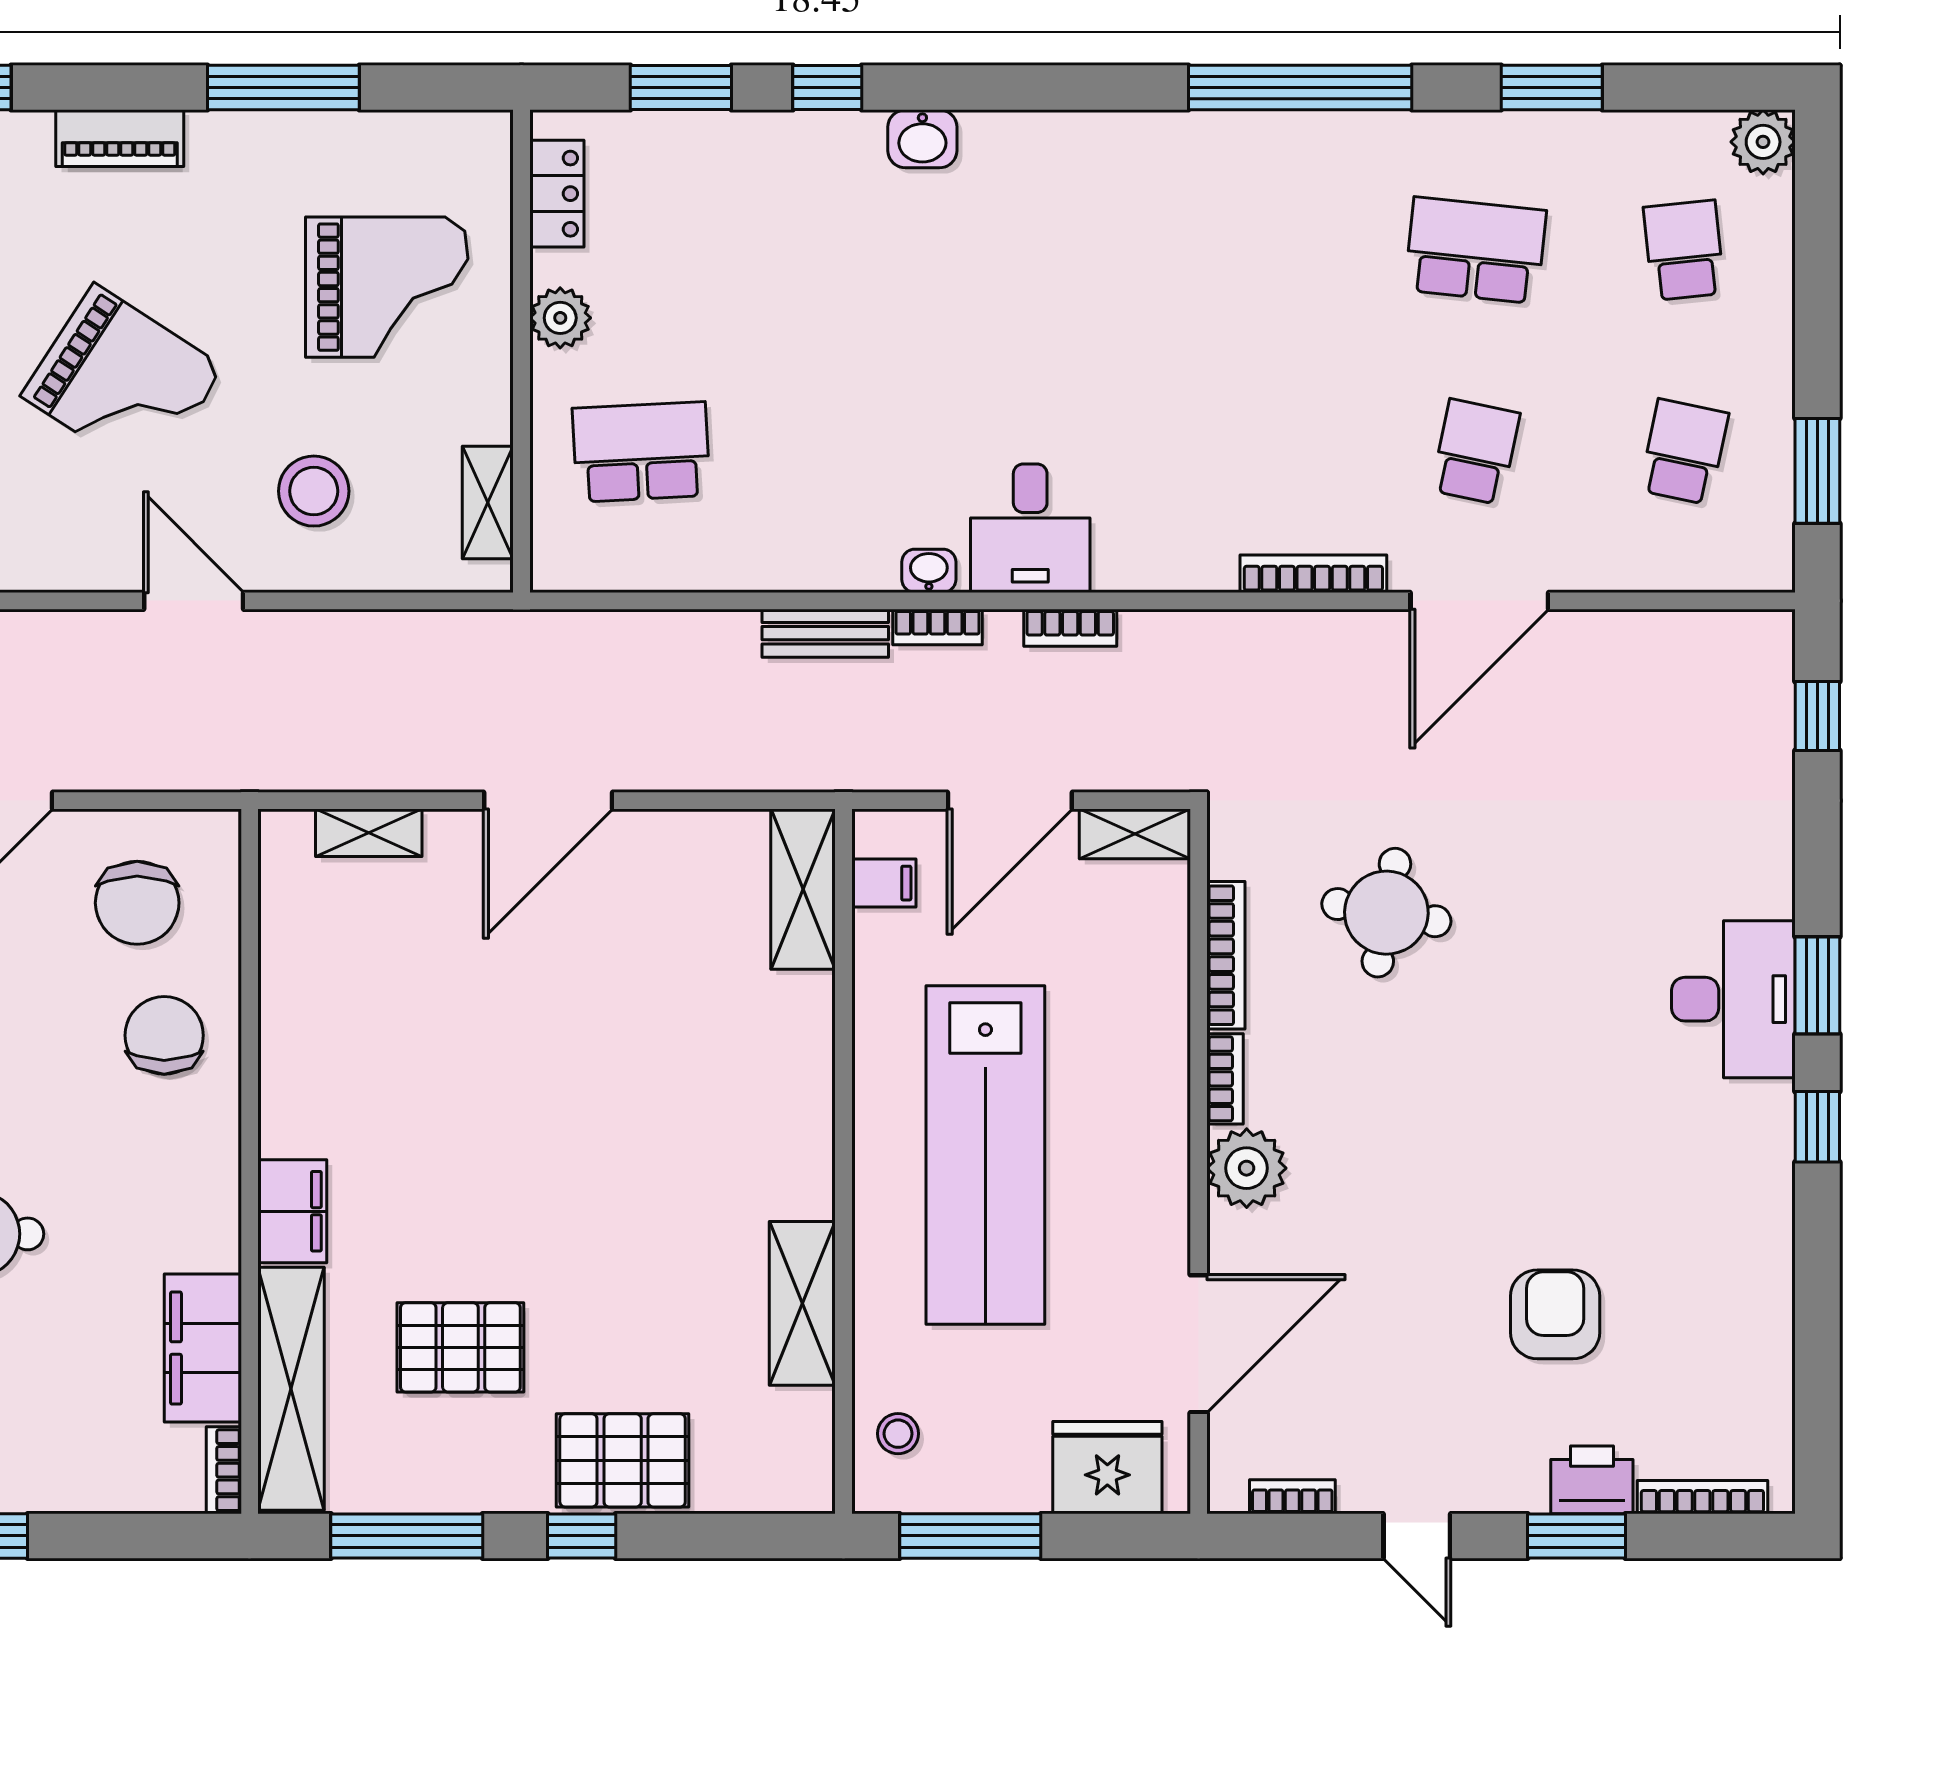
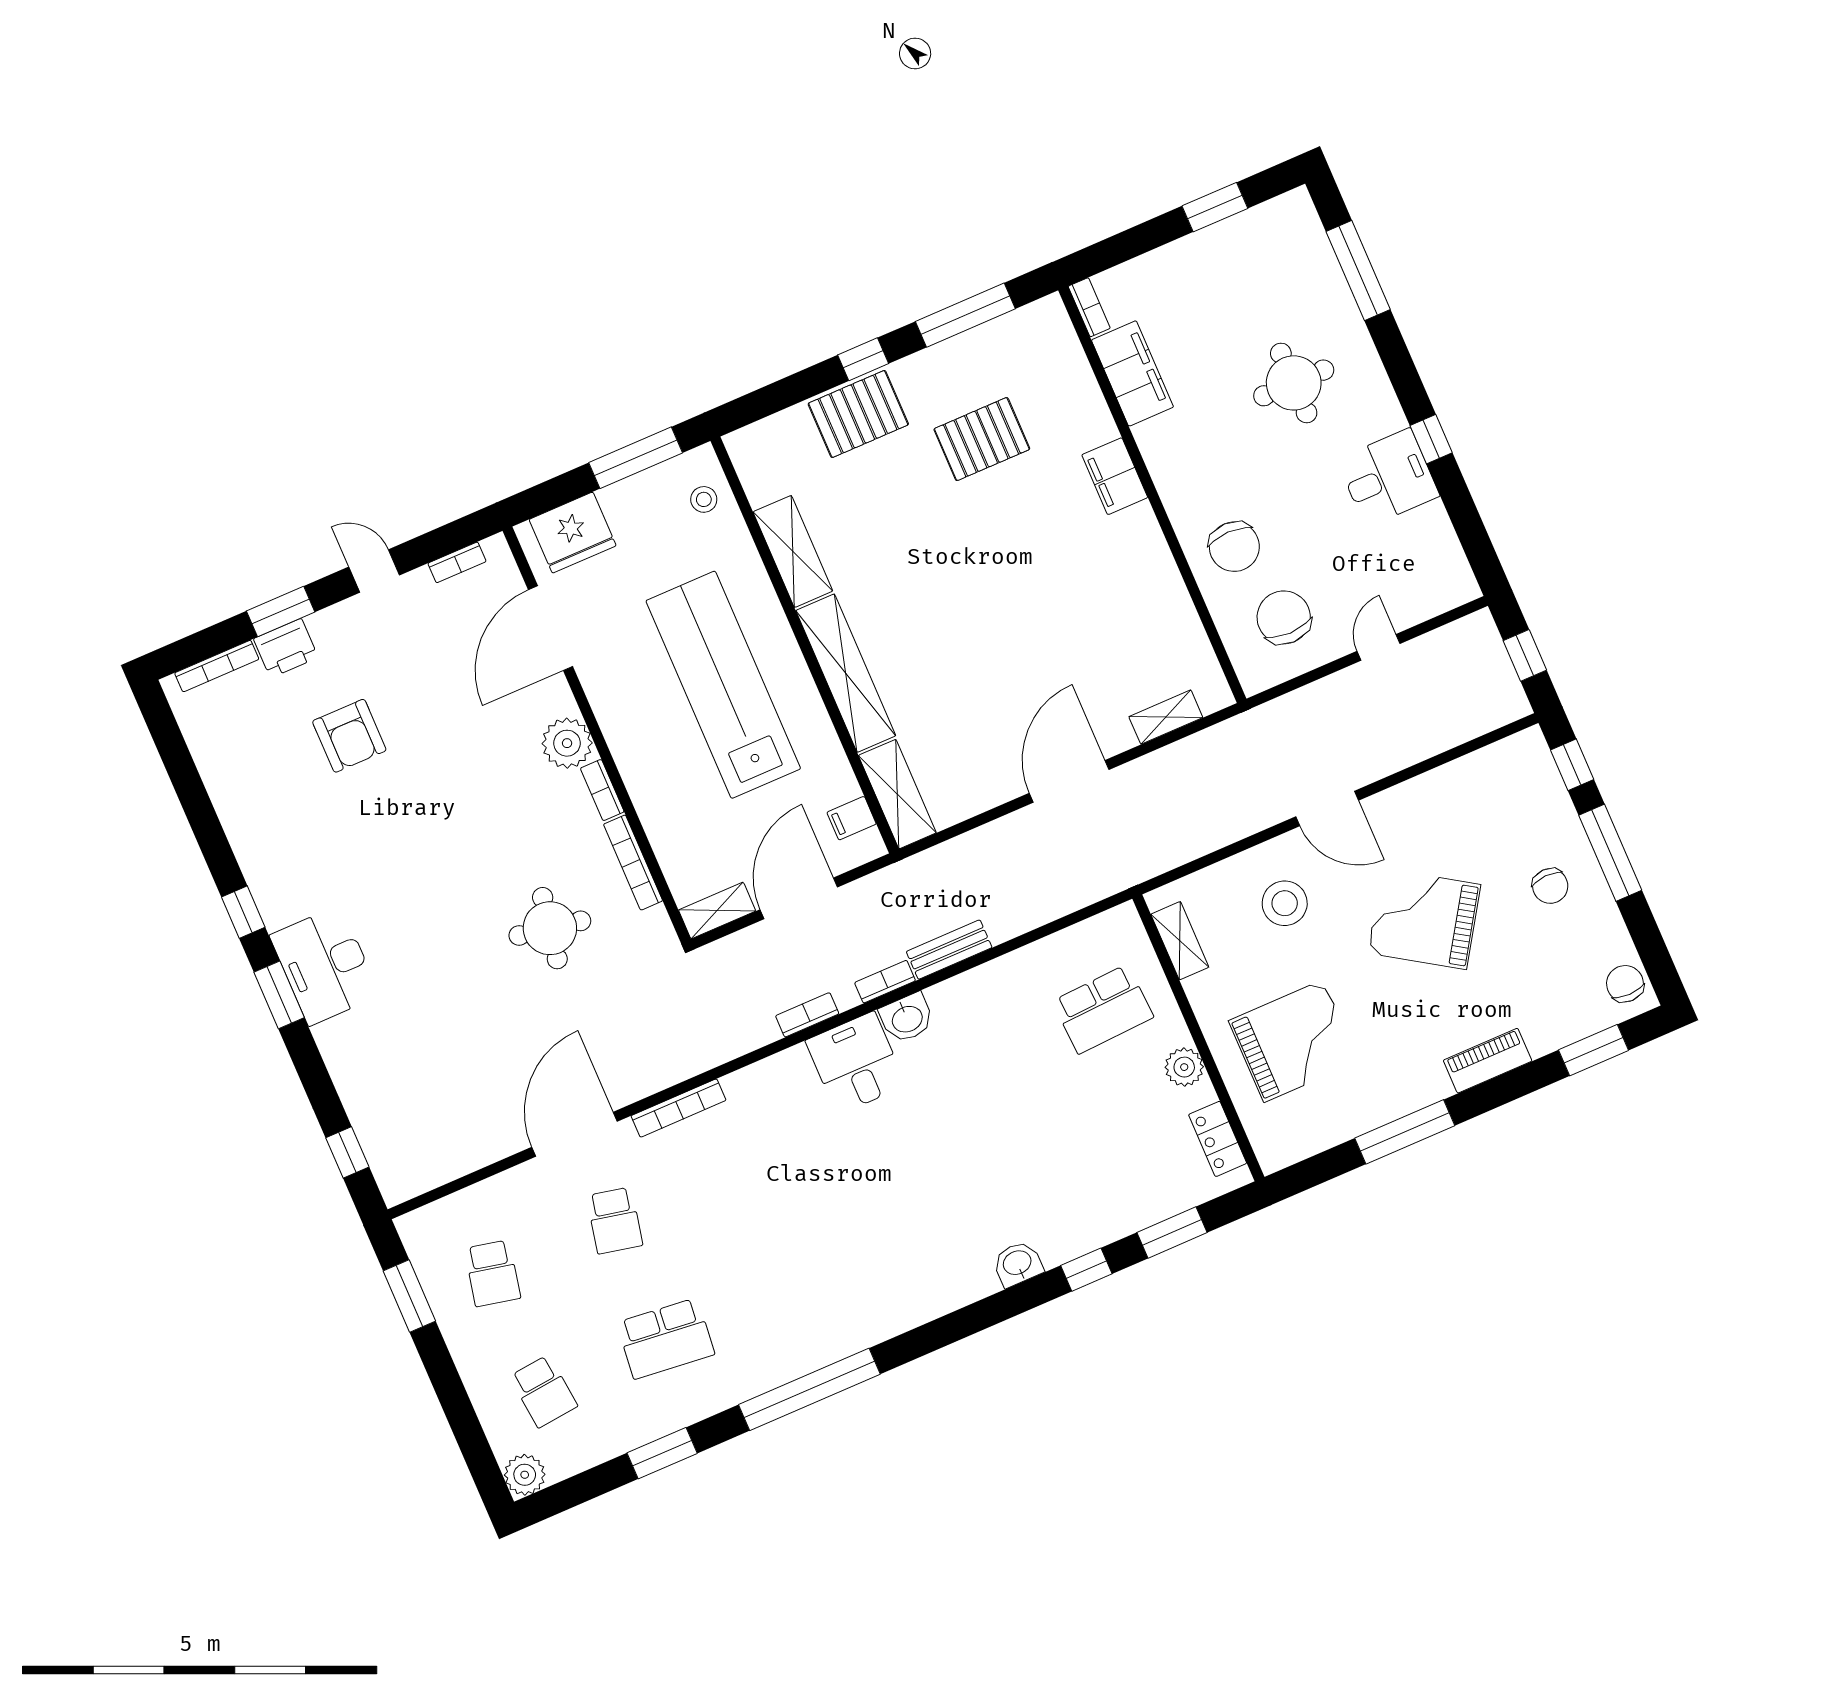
grand piano: (387, 287) -> (1294, 1041), turned 180
washbasin: (929, 571) -> (907, 1018), width x1.38, depth x1.45
shelving: (291, 1389) -> (846, 673), moved

